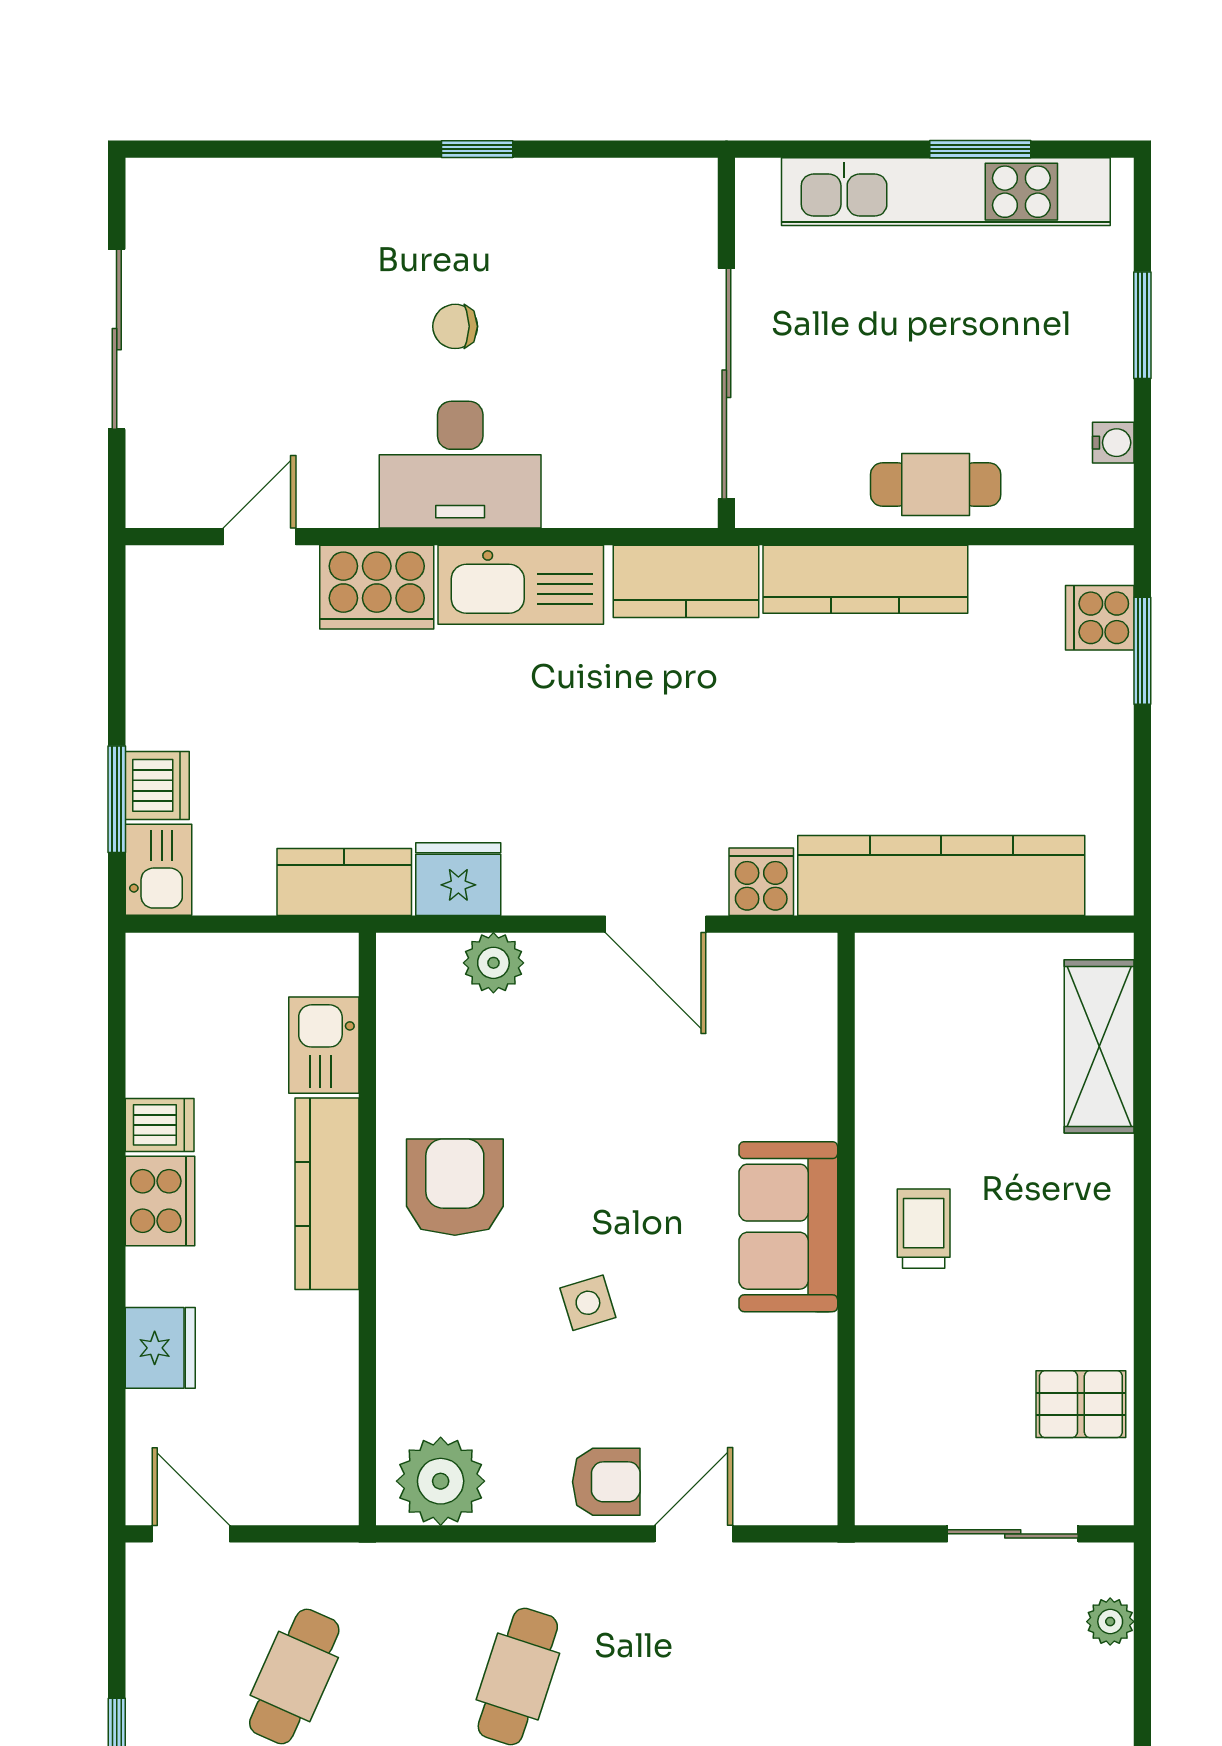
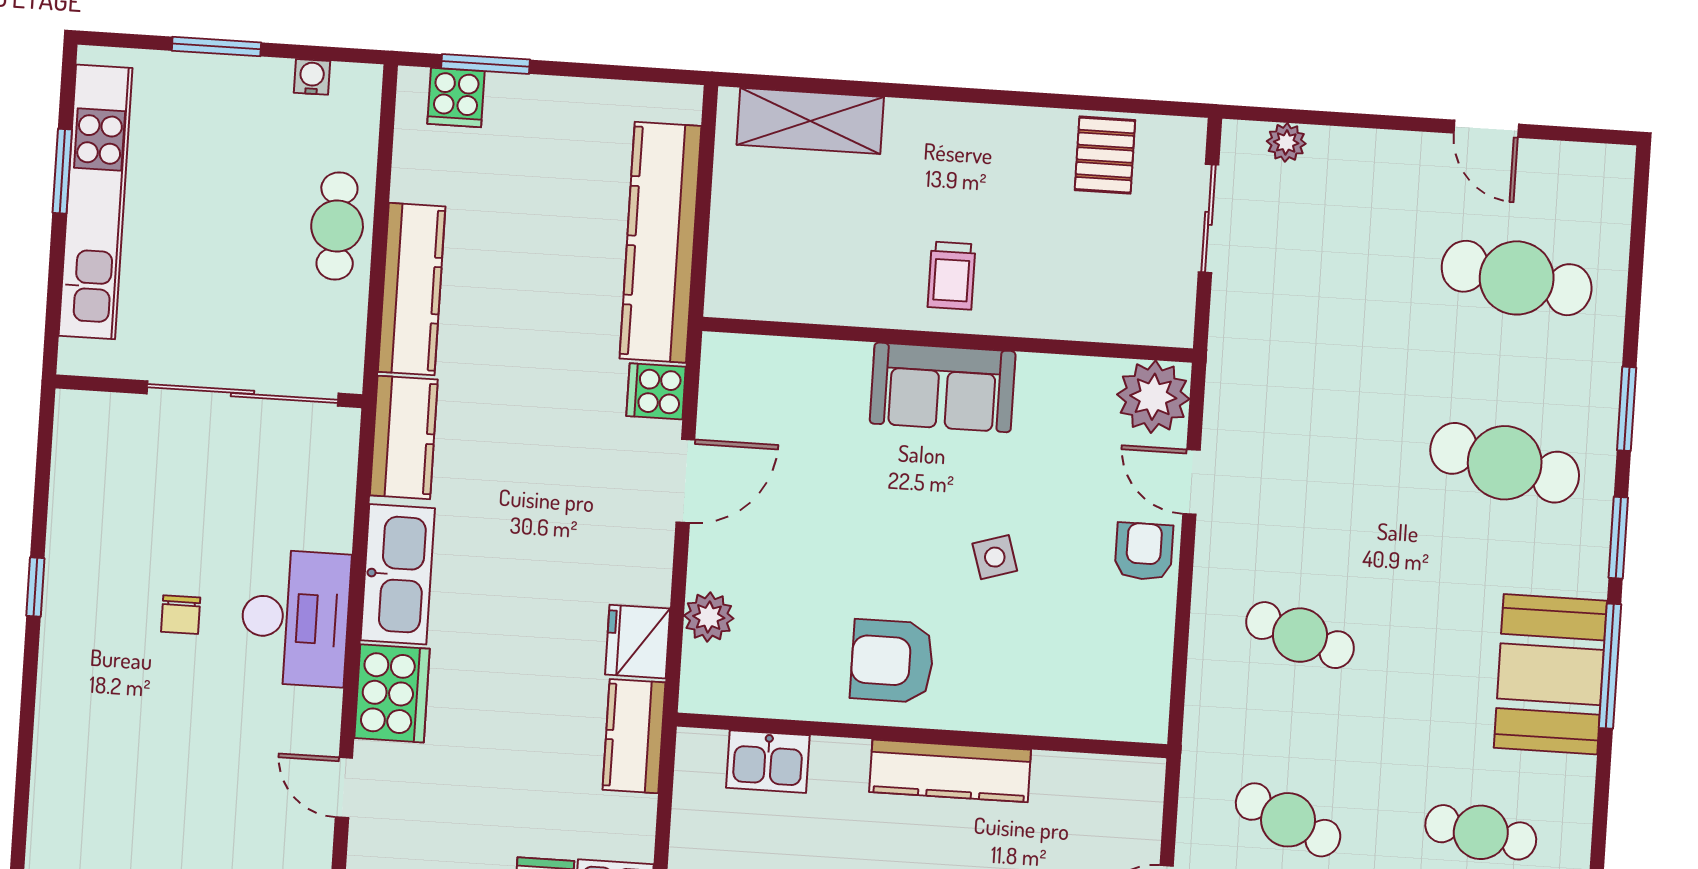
kitchen counter: (327, 1194) -> (950, 771), moved
trolley: (924, 1229) -> (952, 276), turned -90
plant: (441, 1481) -> (1153, 397), moved

